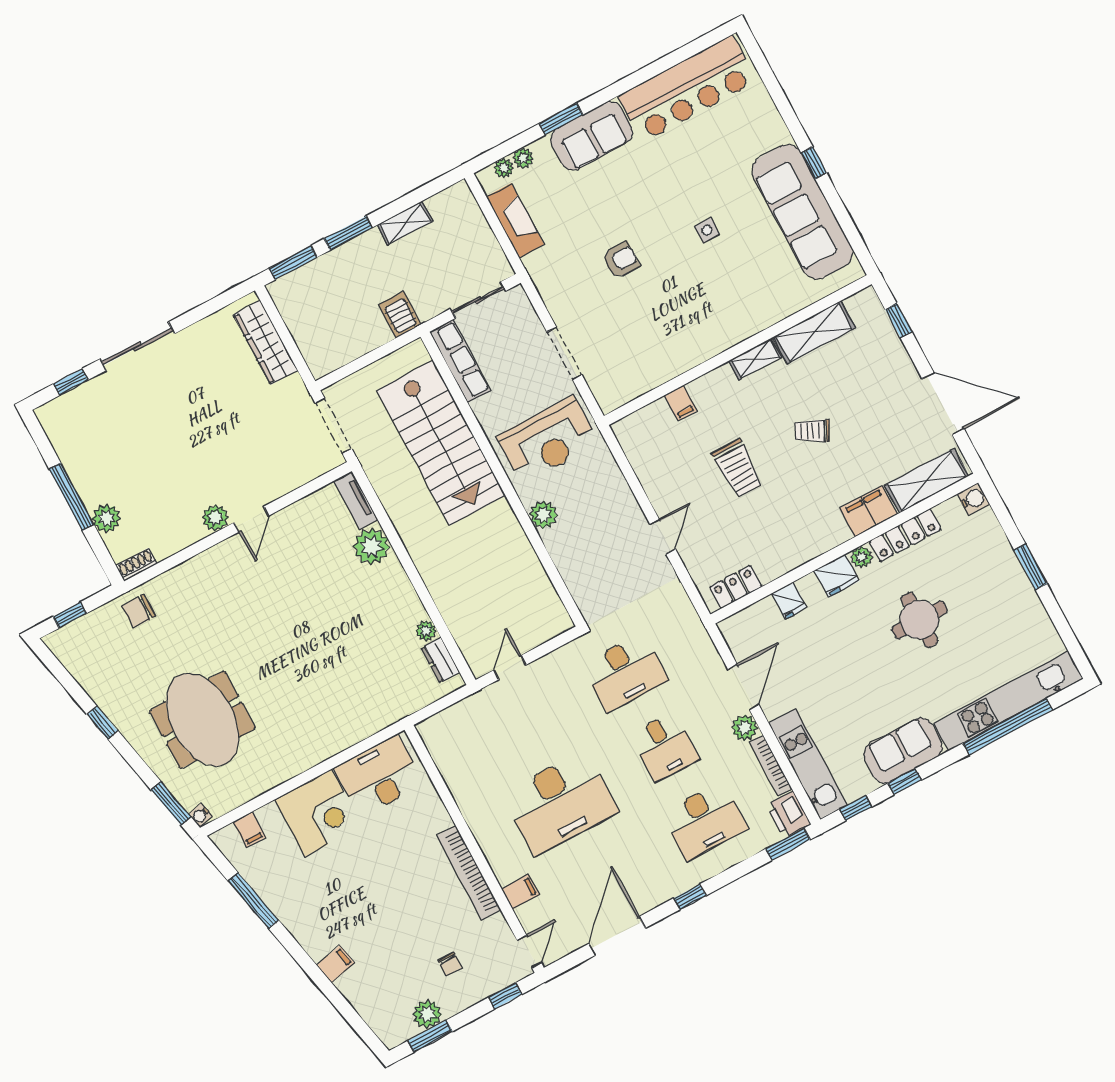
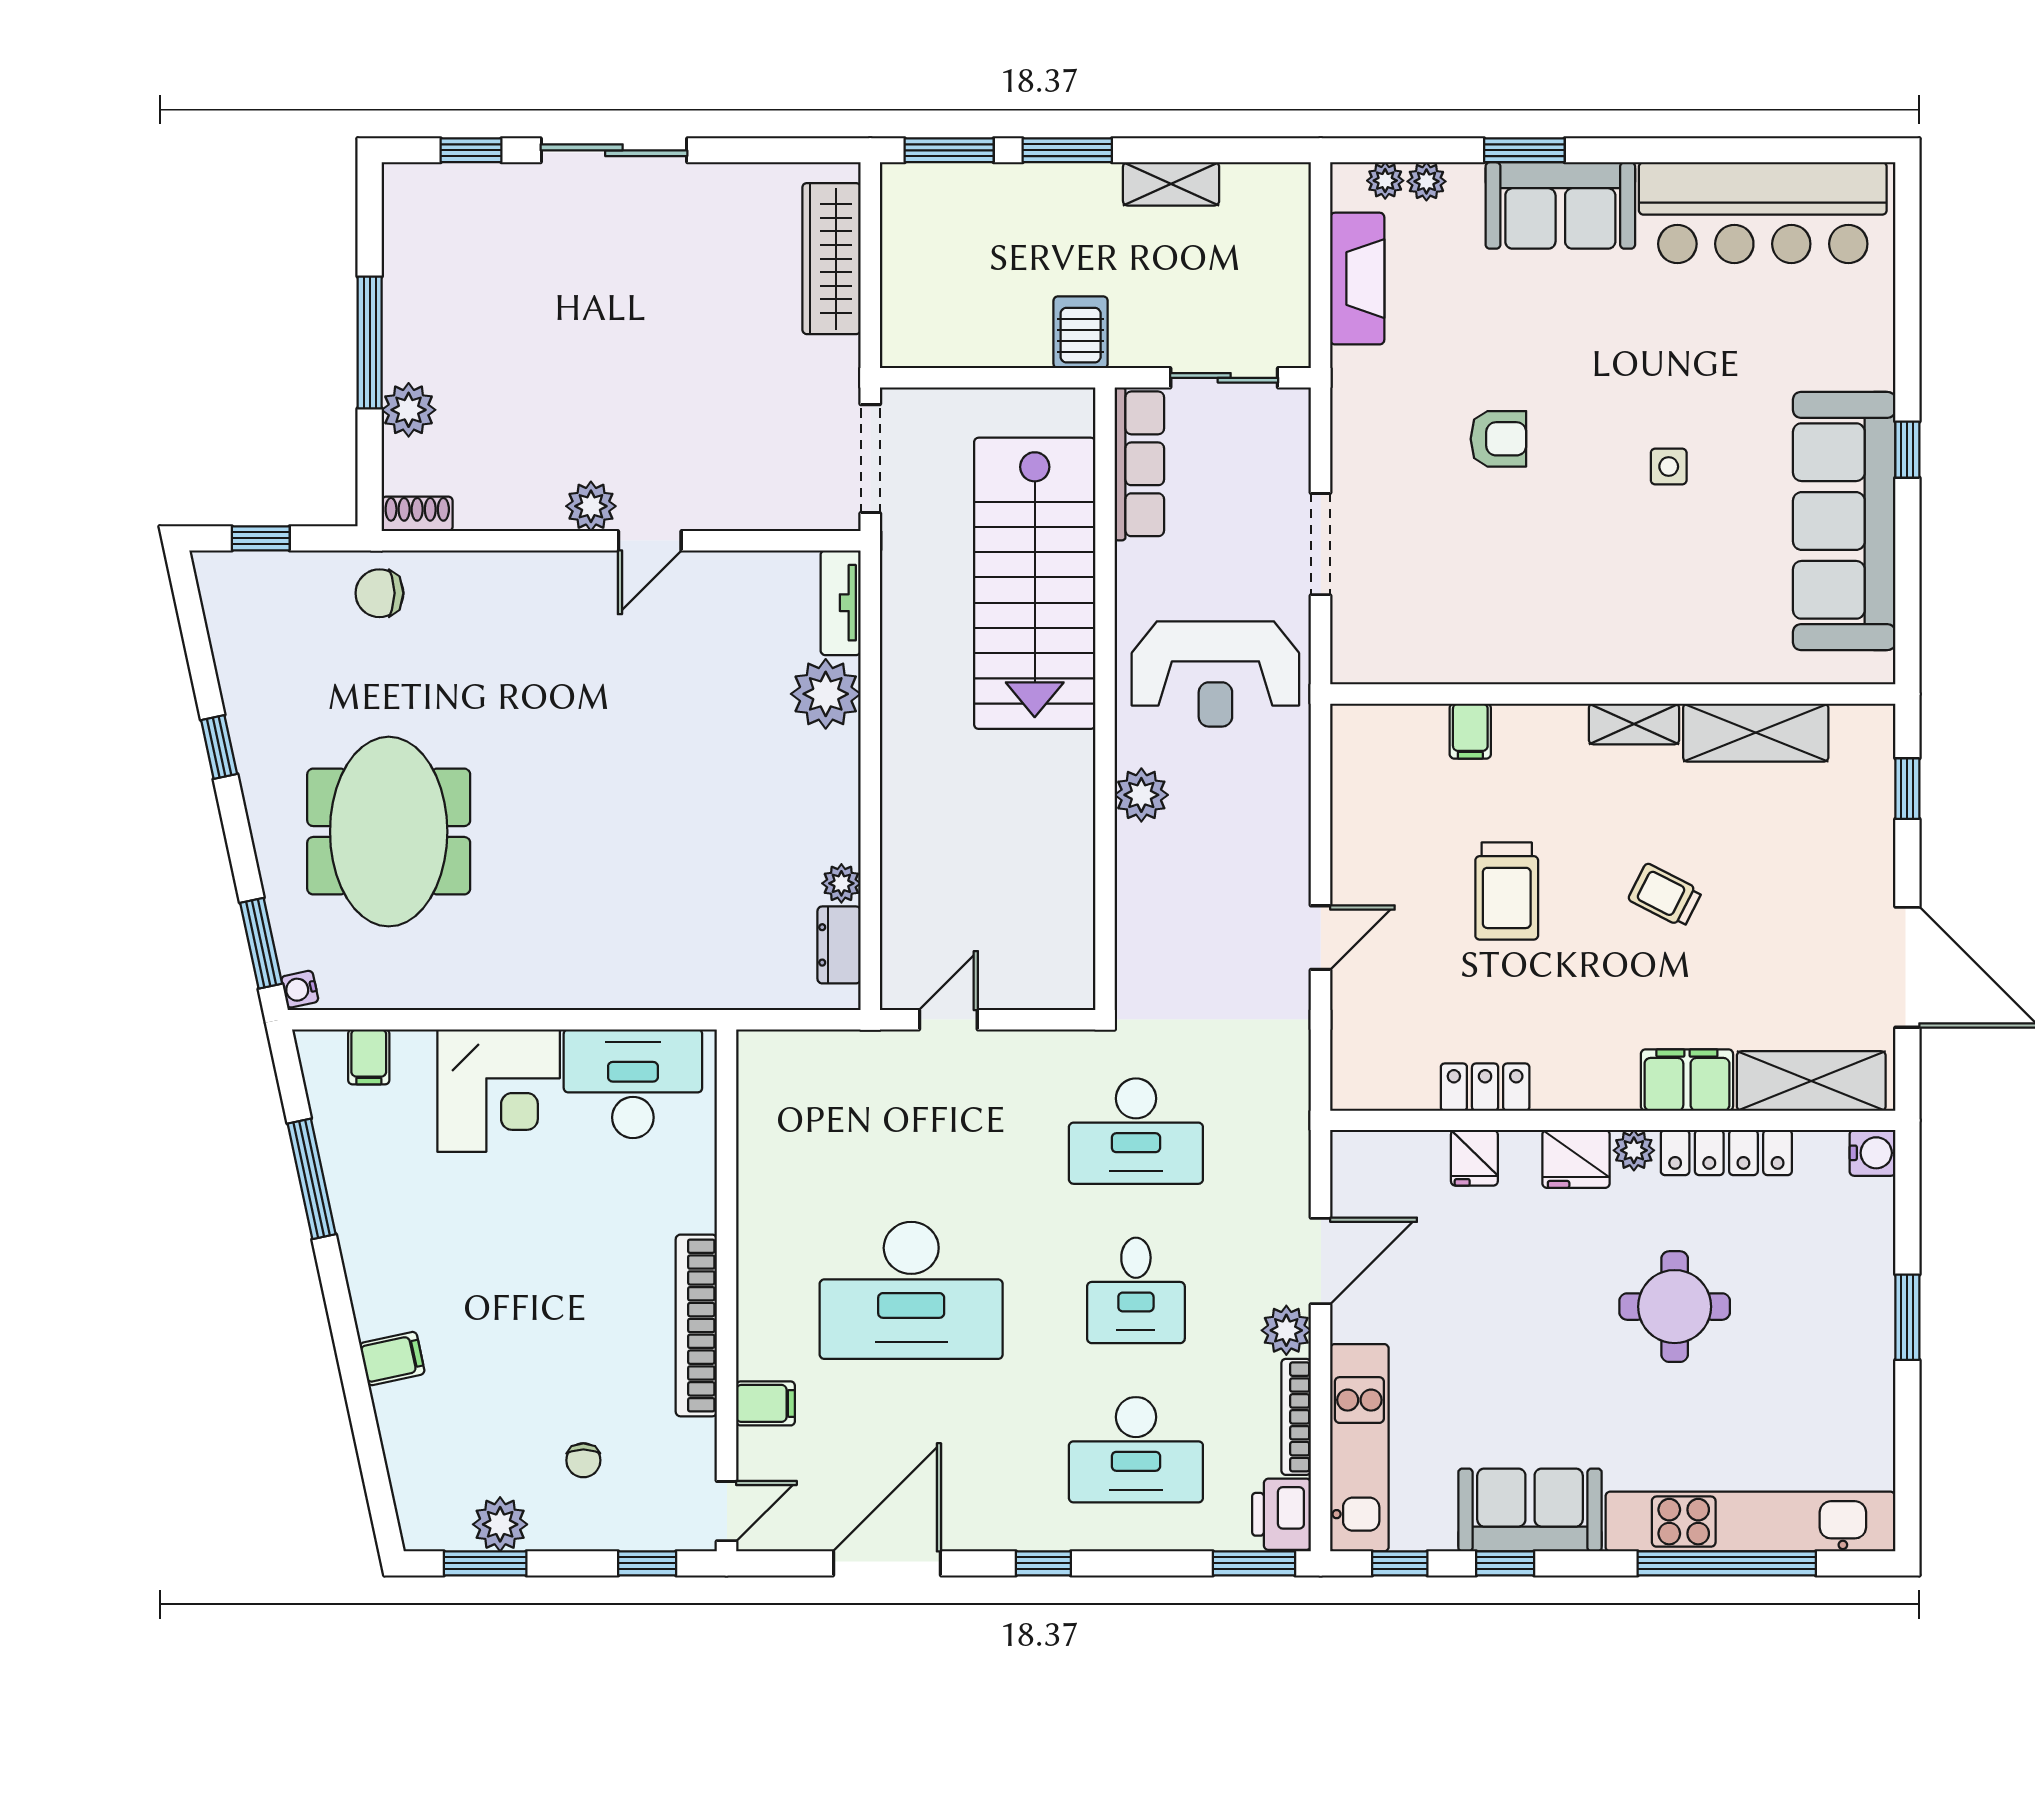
locker: (736, 587) -> (1485, 1087), moved

